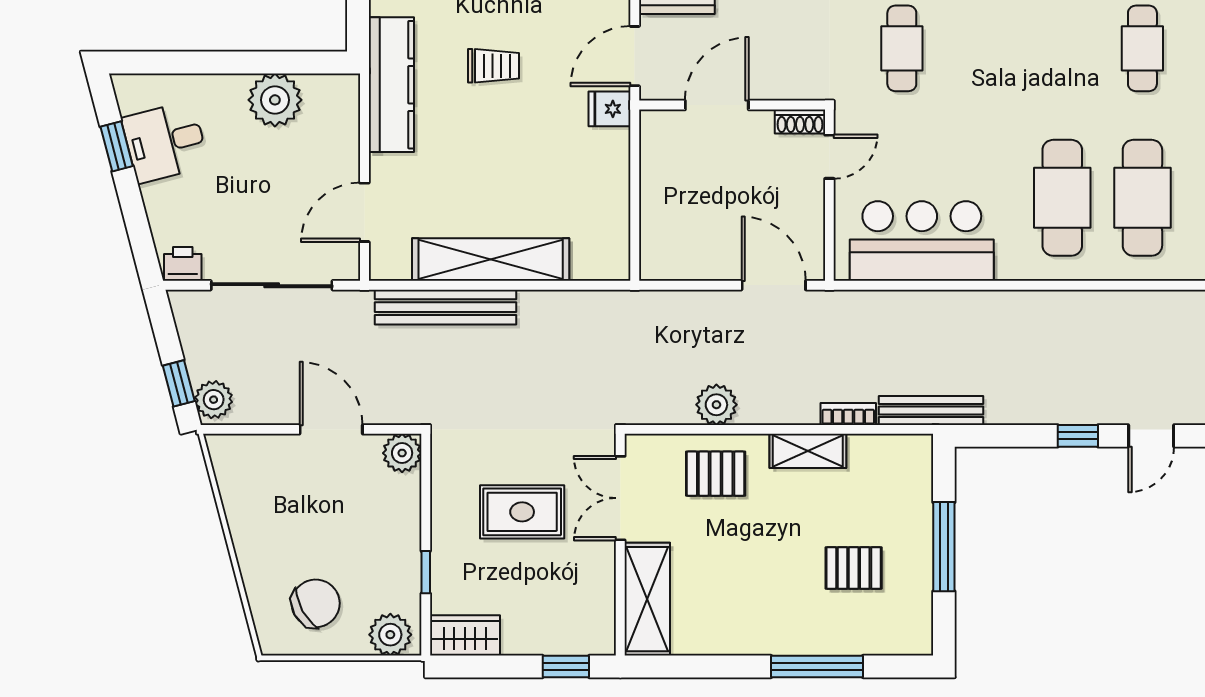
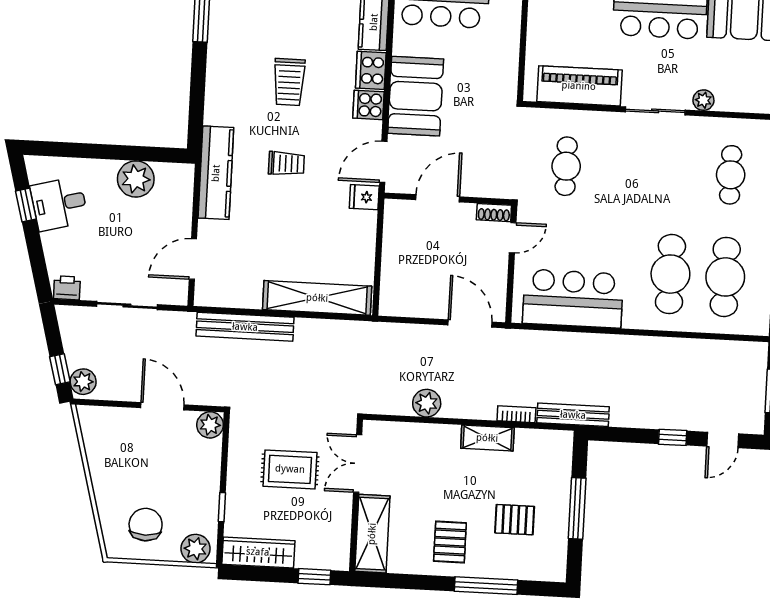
shelving: (491, 259) -> (317, 298), moved
sliding door: (272, 285) -> (127, 306), width x0.73
pallet: (716, 474) -> (450, 542), moved, turned 90
chair: (316, 603) -> (146, 525), turned -61
wardrobe: (465, 635) -> (258, 552), width x1.50

